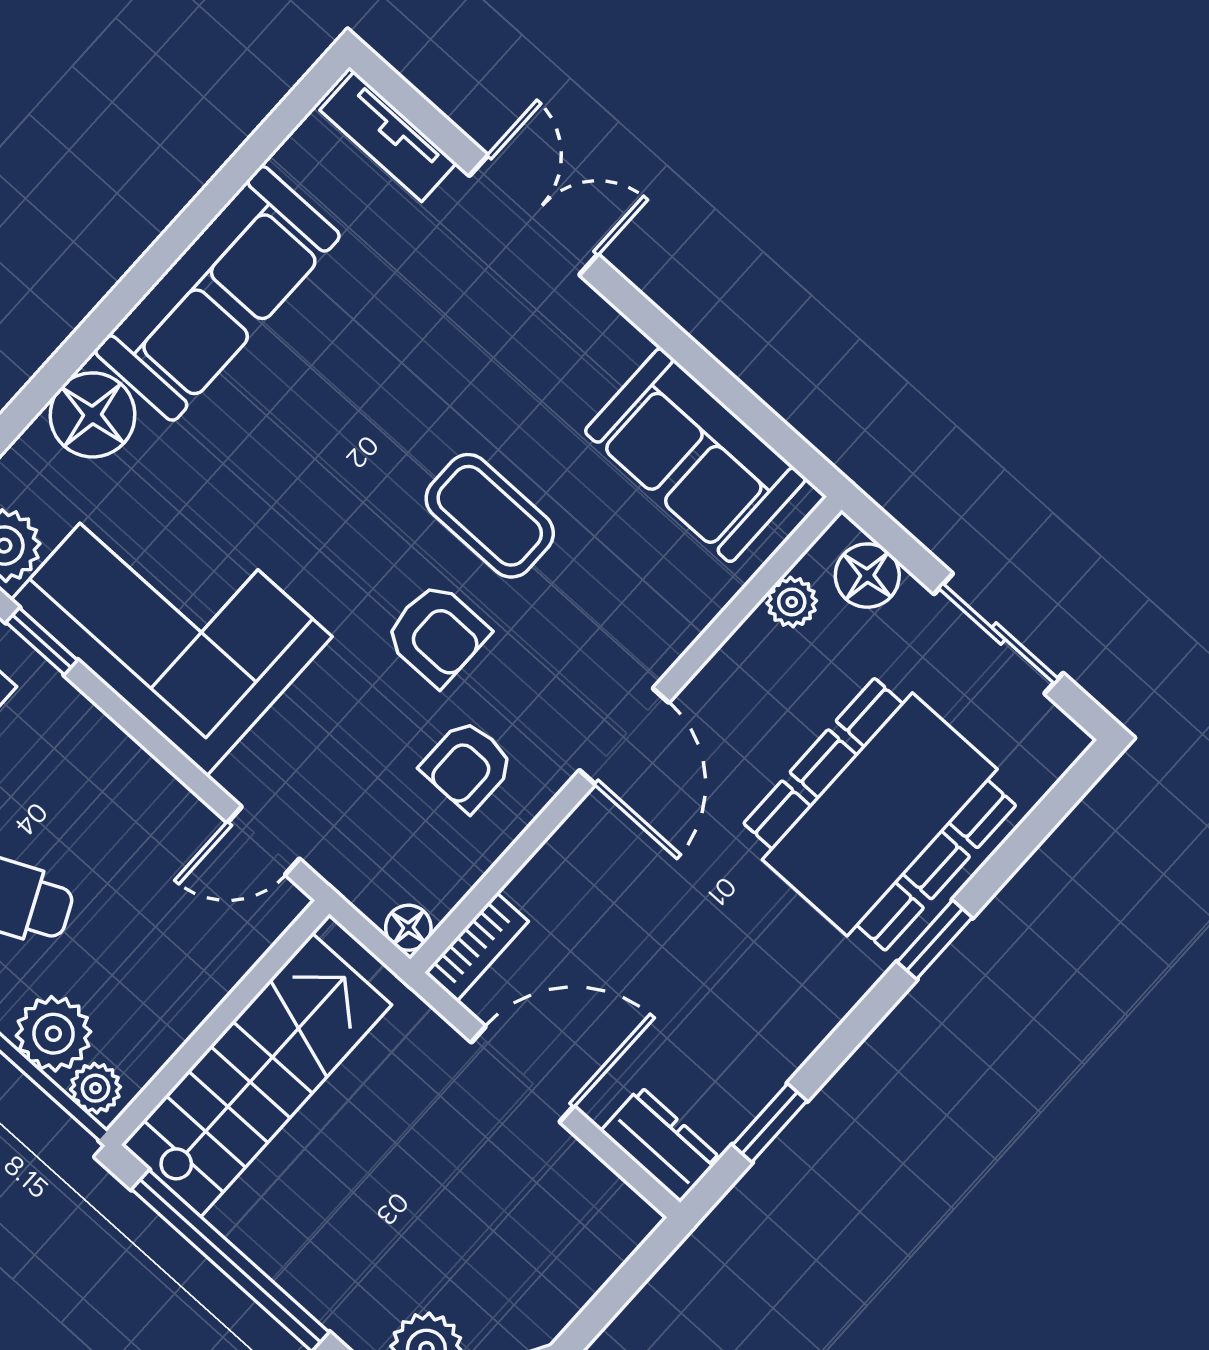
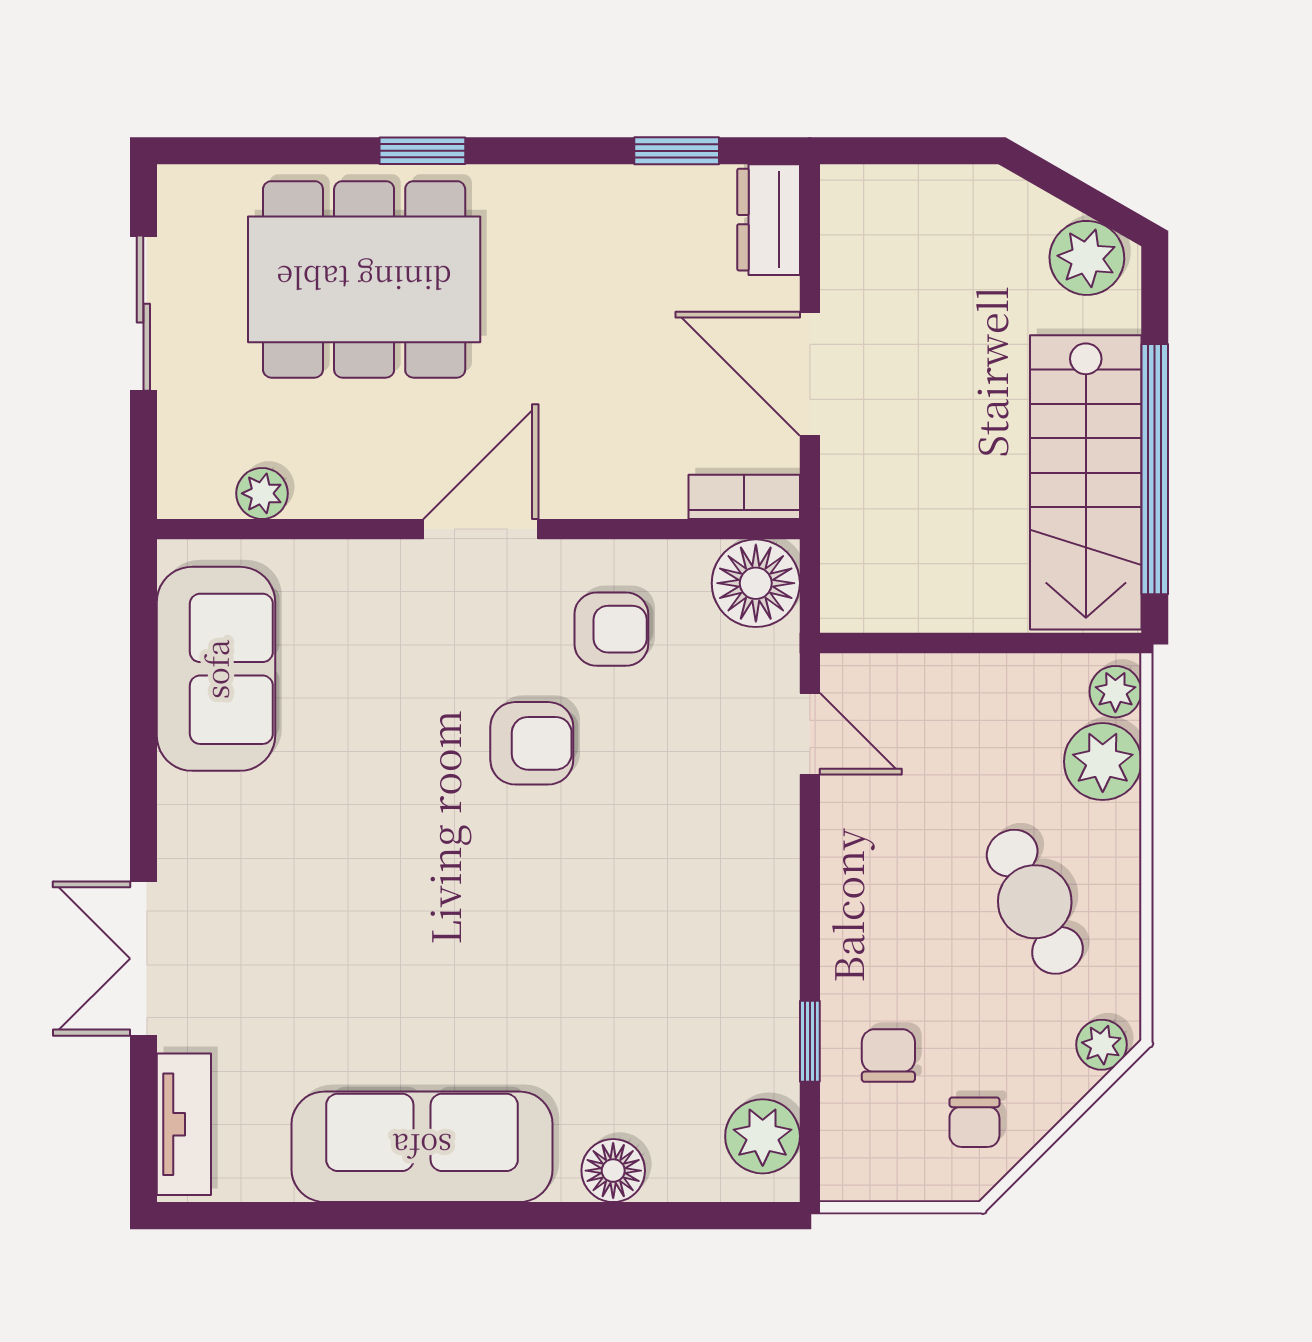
floor lamp: (93, 415) -> (613, 1171), width x0.73, depth x0.73
coffee table: (490, 516) -> (404, 785), removed
floor lamp: (867, 576) -> (190, 454), removed
corner sofa: (171, 618) -> (703, 958), removed
armchair: (437, 634) -> (532, 743), turned 90
floor lamp: (408, 928) -> (756, 583), width x1.89, depth x1.89
stairs: (256, 1075) -> (1086, 482), moved, turned -90

